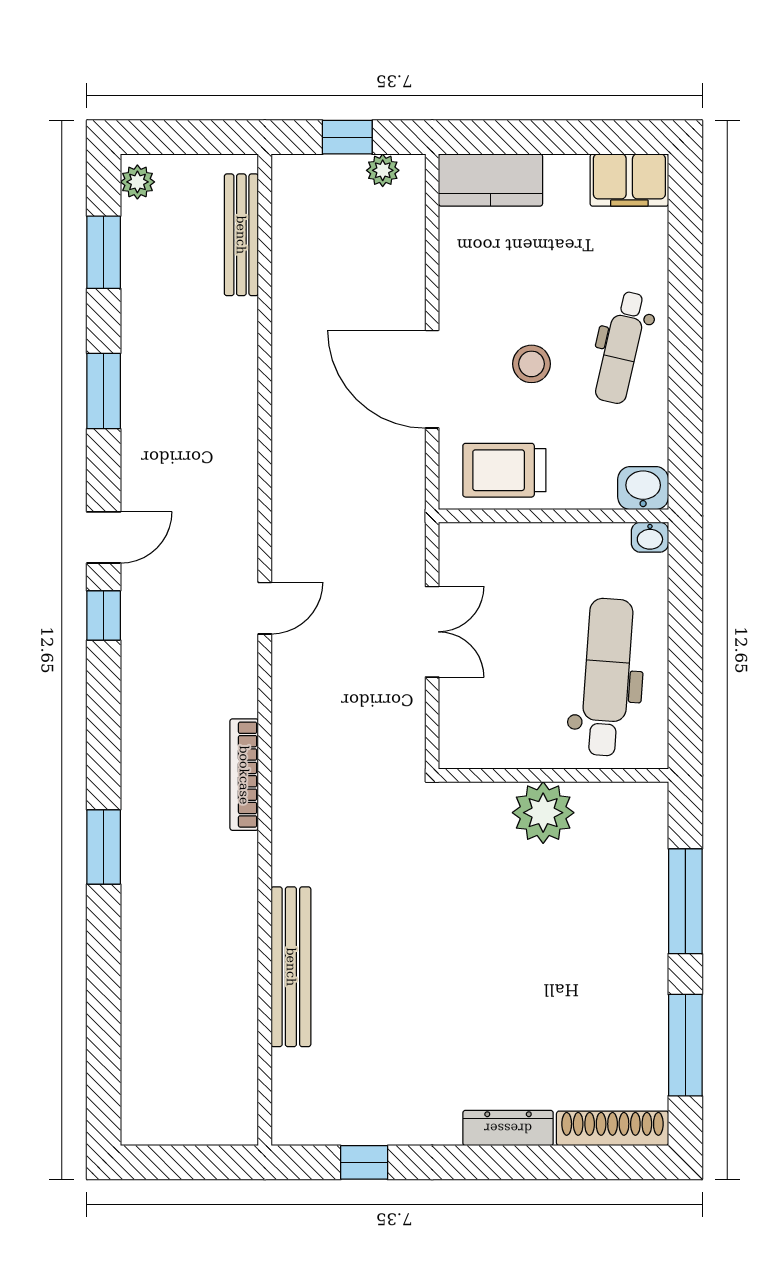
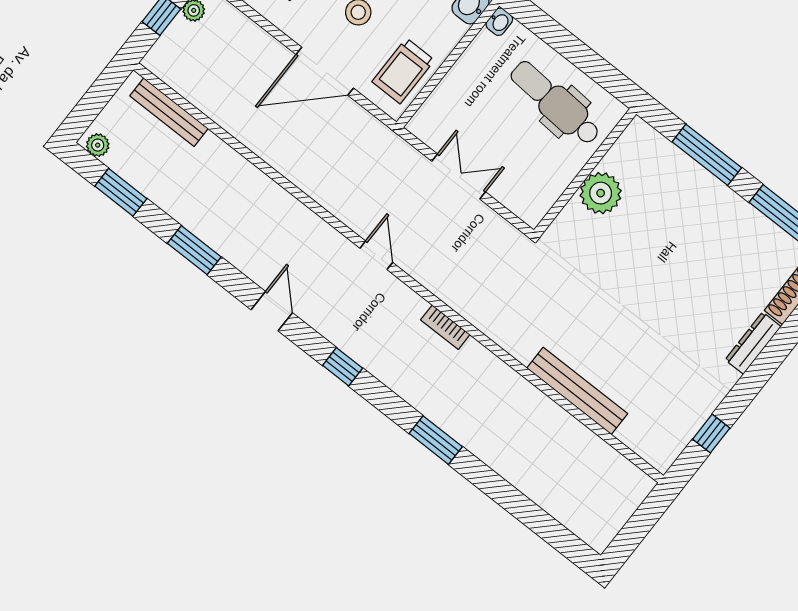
window: (104, 615) -> (343, 367), moved
bookcase: (244, 775) -> (445, 327), width x0.64

